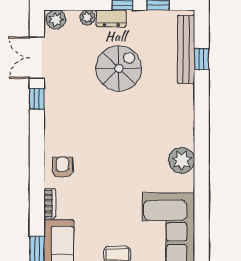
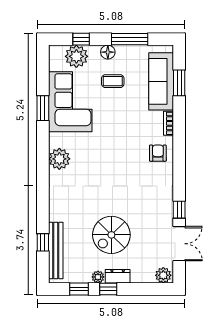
plant: (87, 17) -> (98, 277), moved
armchair: (62, 167) -> (158, 153), turned 180
window: (202, 222) -> (43, 108), added

